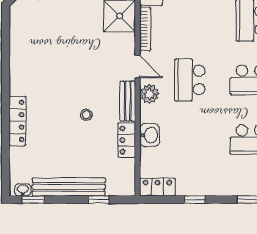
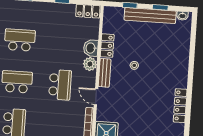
plant: (149, 94) -> (90, 64), moved
locker: (17, 121) -> (180, 106), moved
window: (33, 200) -> (160, 7), moved

